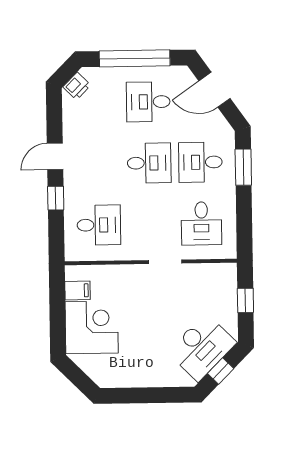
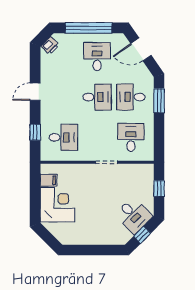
desk: (148, 102) -> (97, 57), turned 90
window: (56, 198) -> (35, 132), moved
desk: (201, 223) -> (131, 137), turned 180
desk: (202, 347) -> (133, 215), width x0.73

